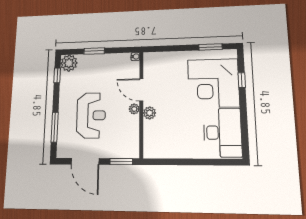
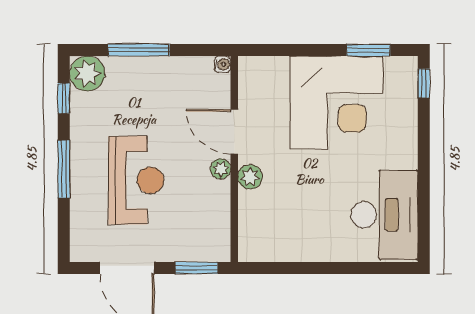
window: (94, 51) -> (139, 50), width x1.44
window: (242, 80) -> (424, 83), moved
corner desk: (213, 83) -> (336, 102), moved, turned -90
window: (55, 127) -> (64, 169), moved

